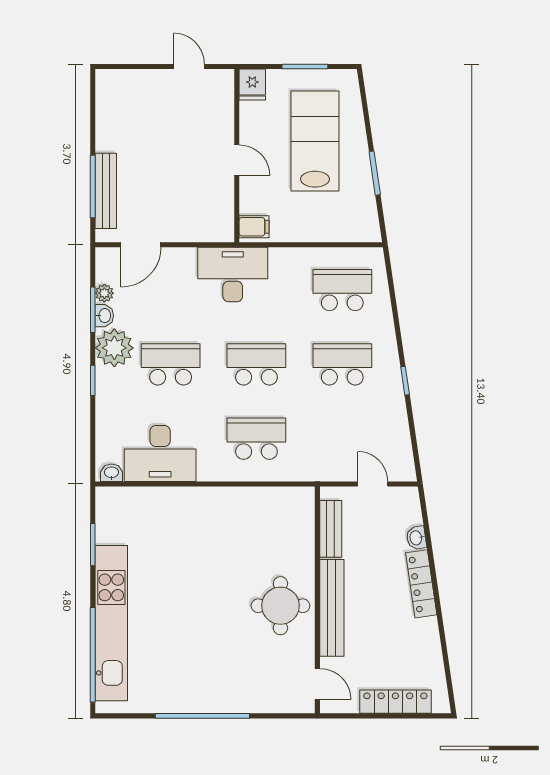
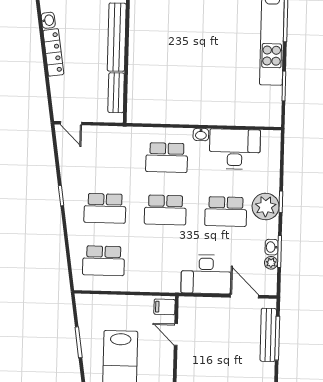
door: (237, 160) -> (176, 334), moved
door: (141, 245) -> (244, 296), hinge flipped
desk: (233, 275) -> (206, 274), moved
plant: (114, 348) -> (266, 207), moved
washbasin: (112, 473) -> (201, 135), moved
door: (373, 484) -> (71, 123), moved
washbasin: (416, 538) -> (48, 20), moved
round table: (280, 606) -> (153, 40), removed

